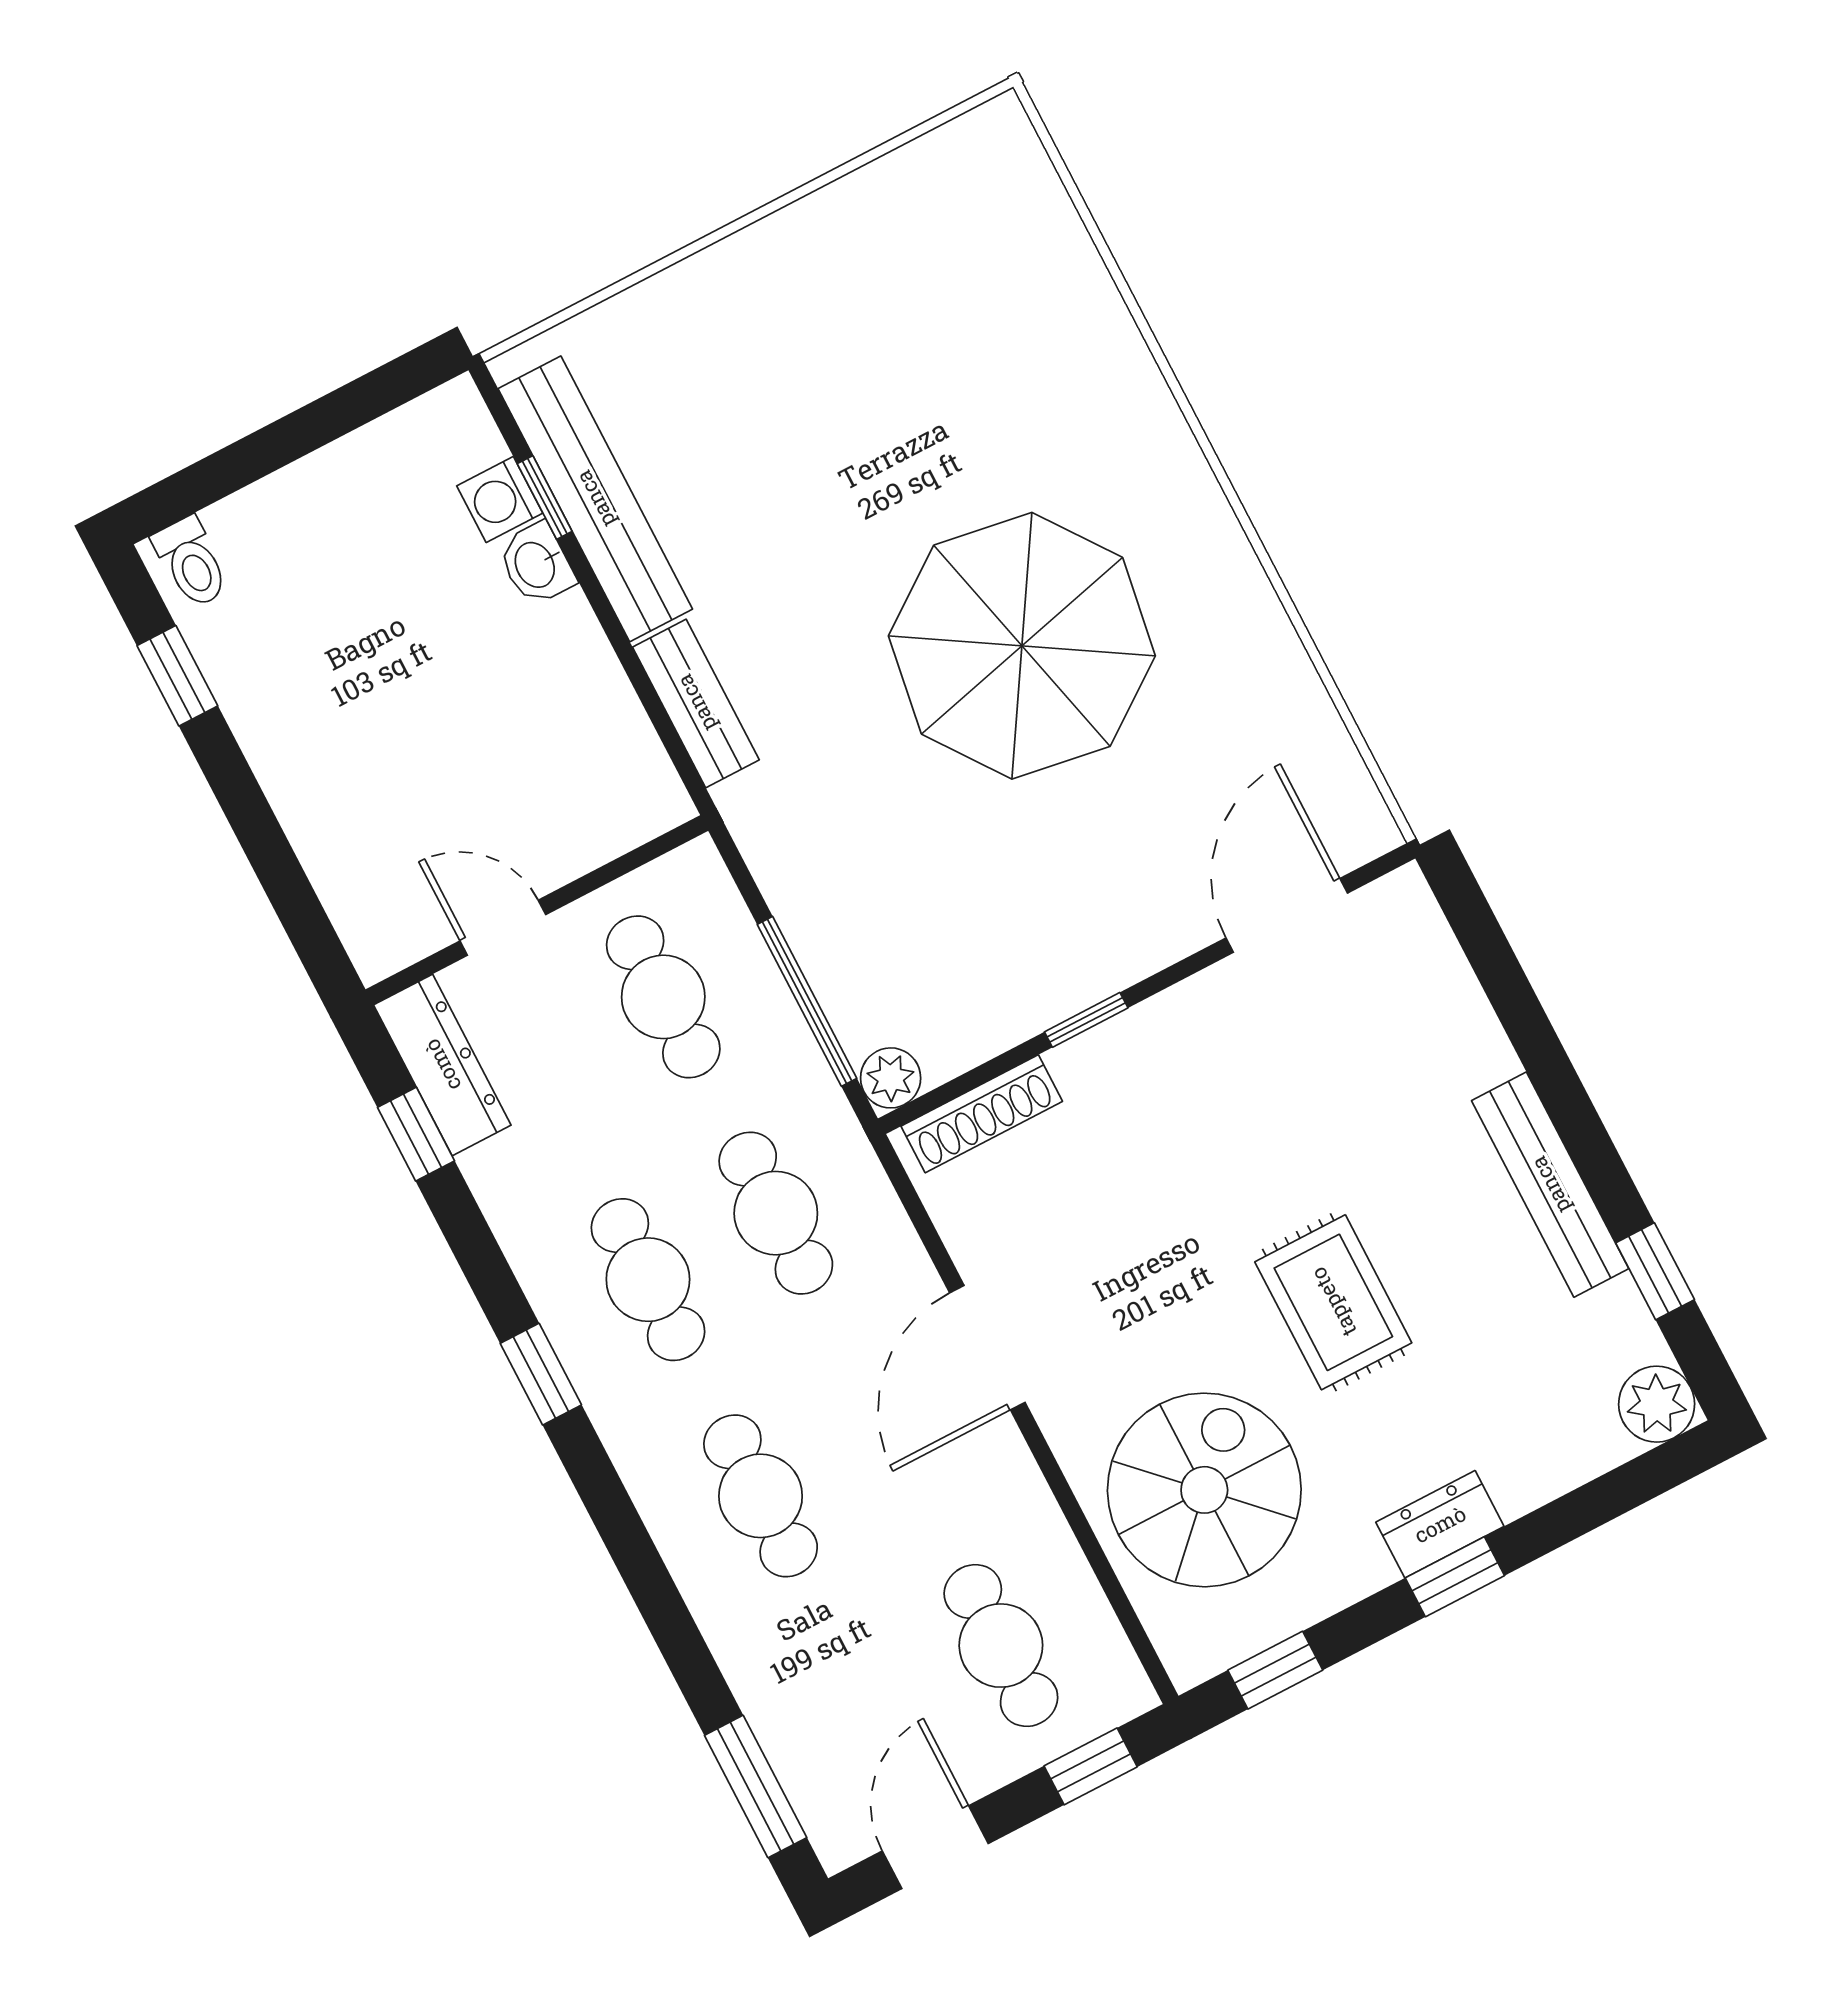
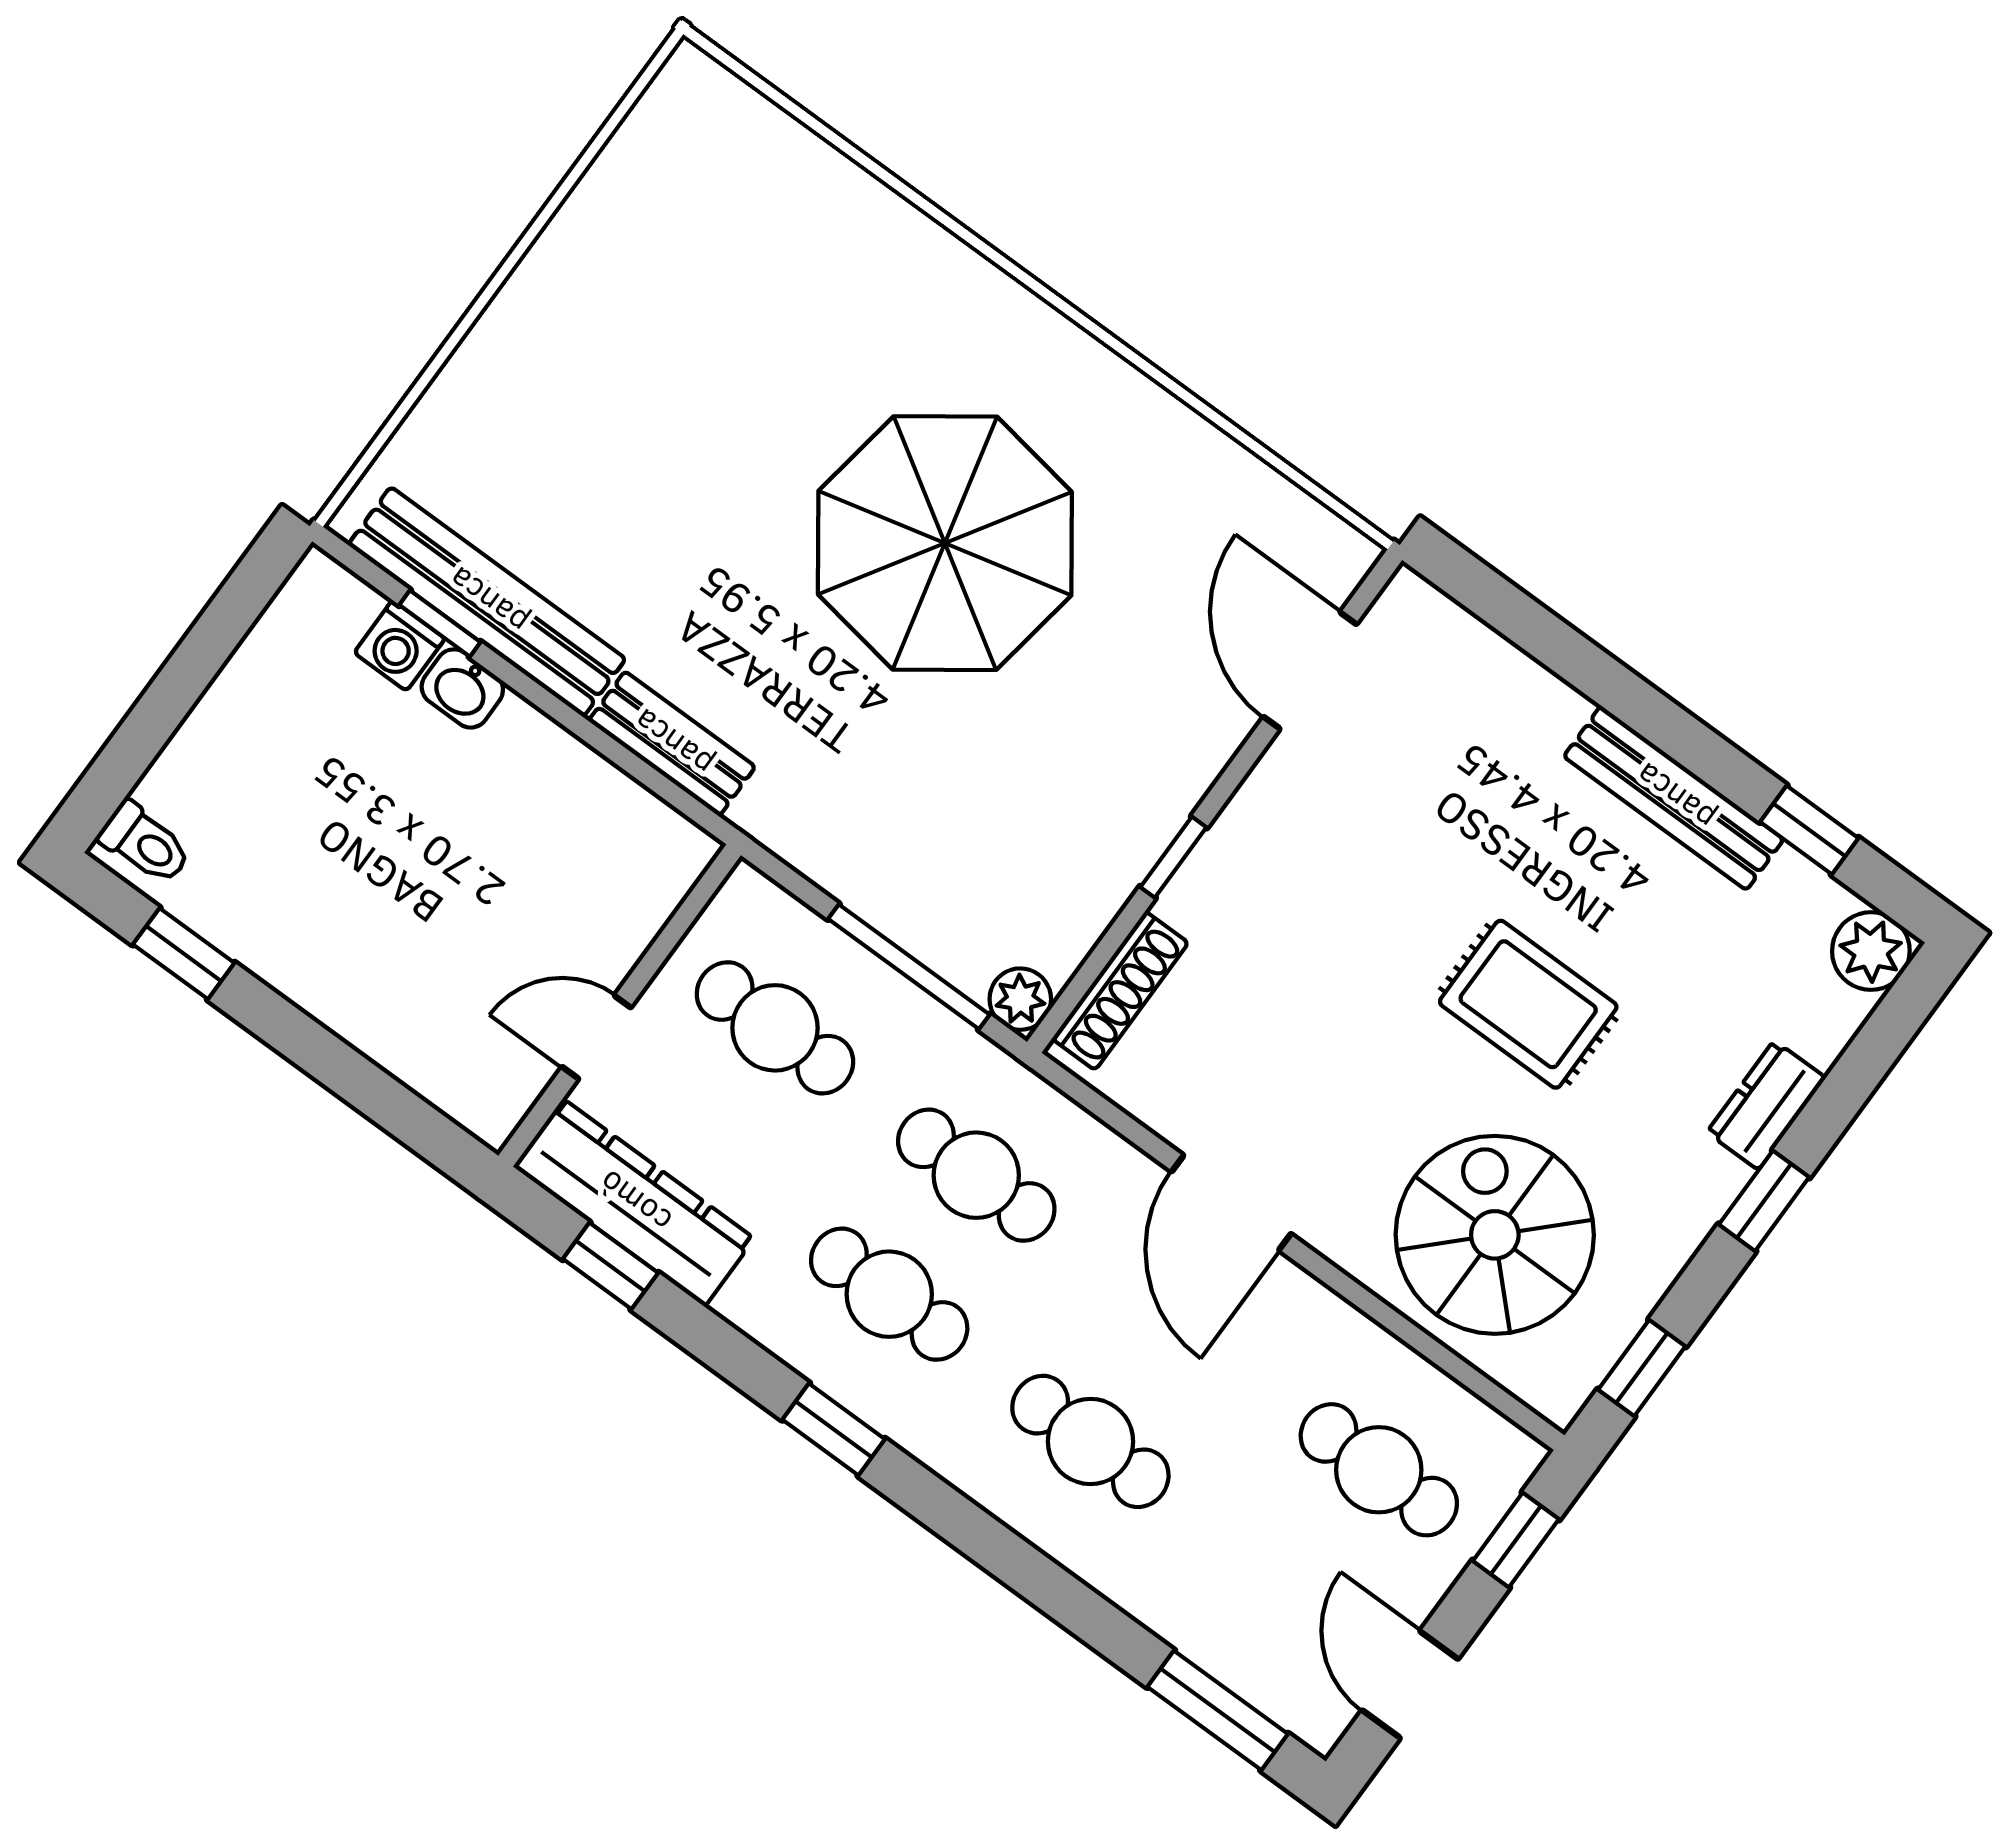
dresser: (442, 1065) -> (634, 1203), width x1.37, depth x1.24
dresser: (1440, 1524) -> (1766, 1105), moved

